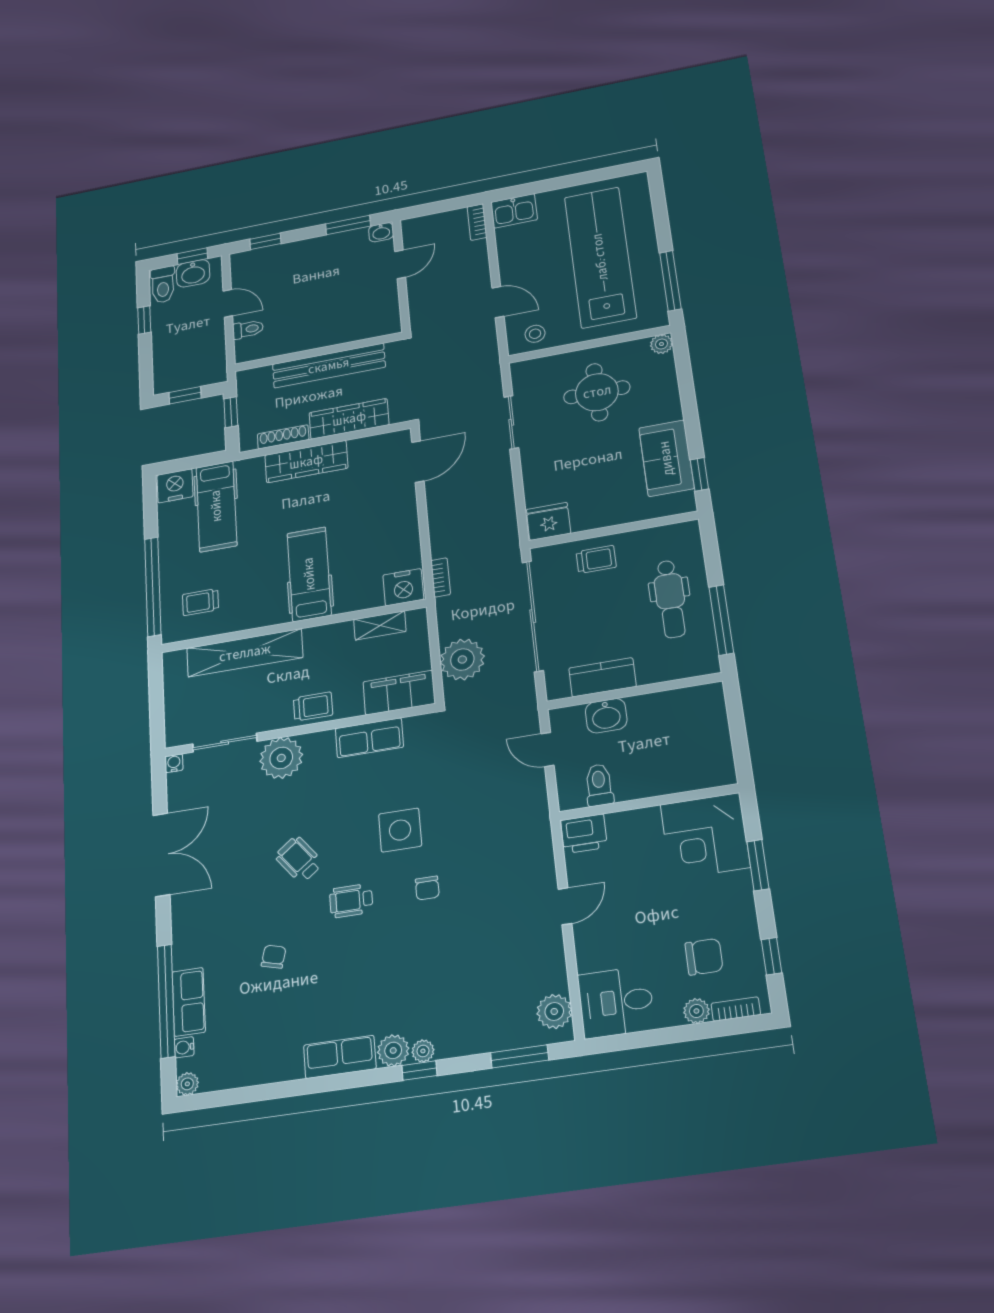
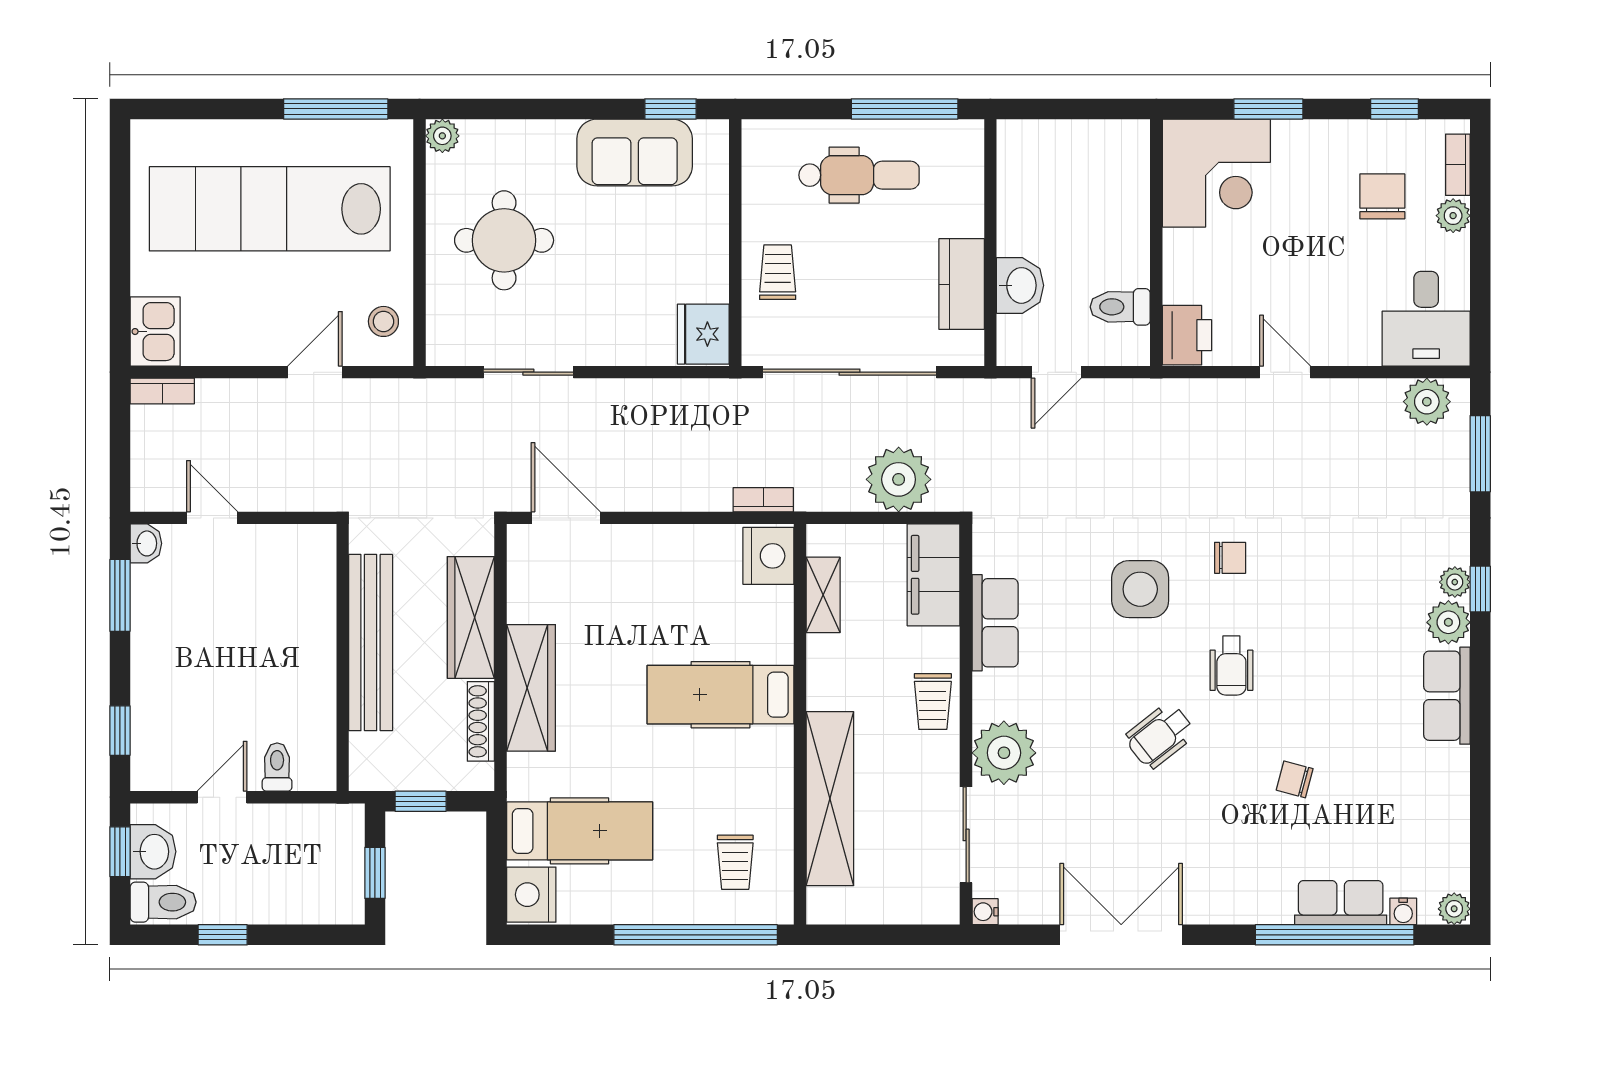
trolley: (313, 707) -> (933, 702), turned 180

